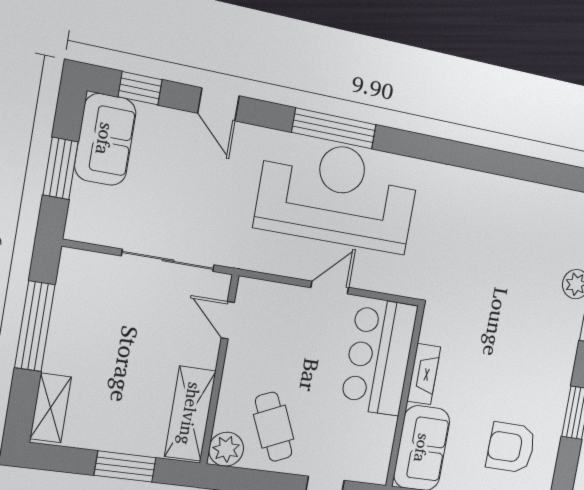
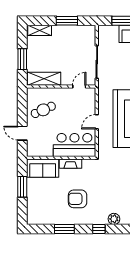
door: (330, 288) -> (97, 122), swing flipped
window: (35, 326) -> (67, 21), width x0.69
armchair: (511, 447) -> (78, 199), moved, turned -91
plant: (226, 449) -> (33, 94), removed

